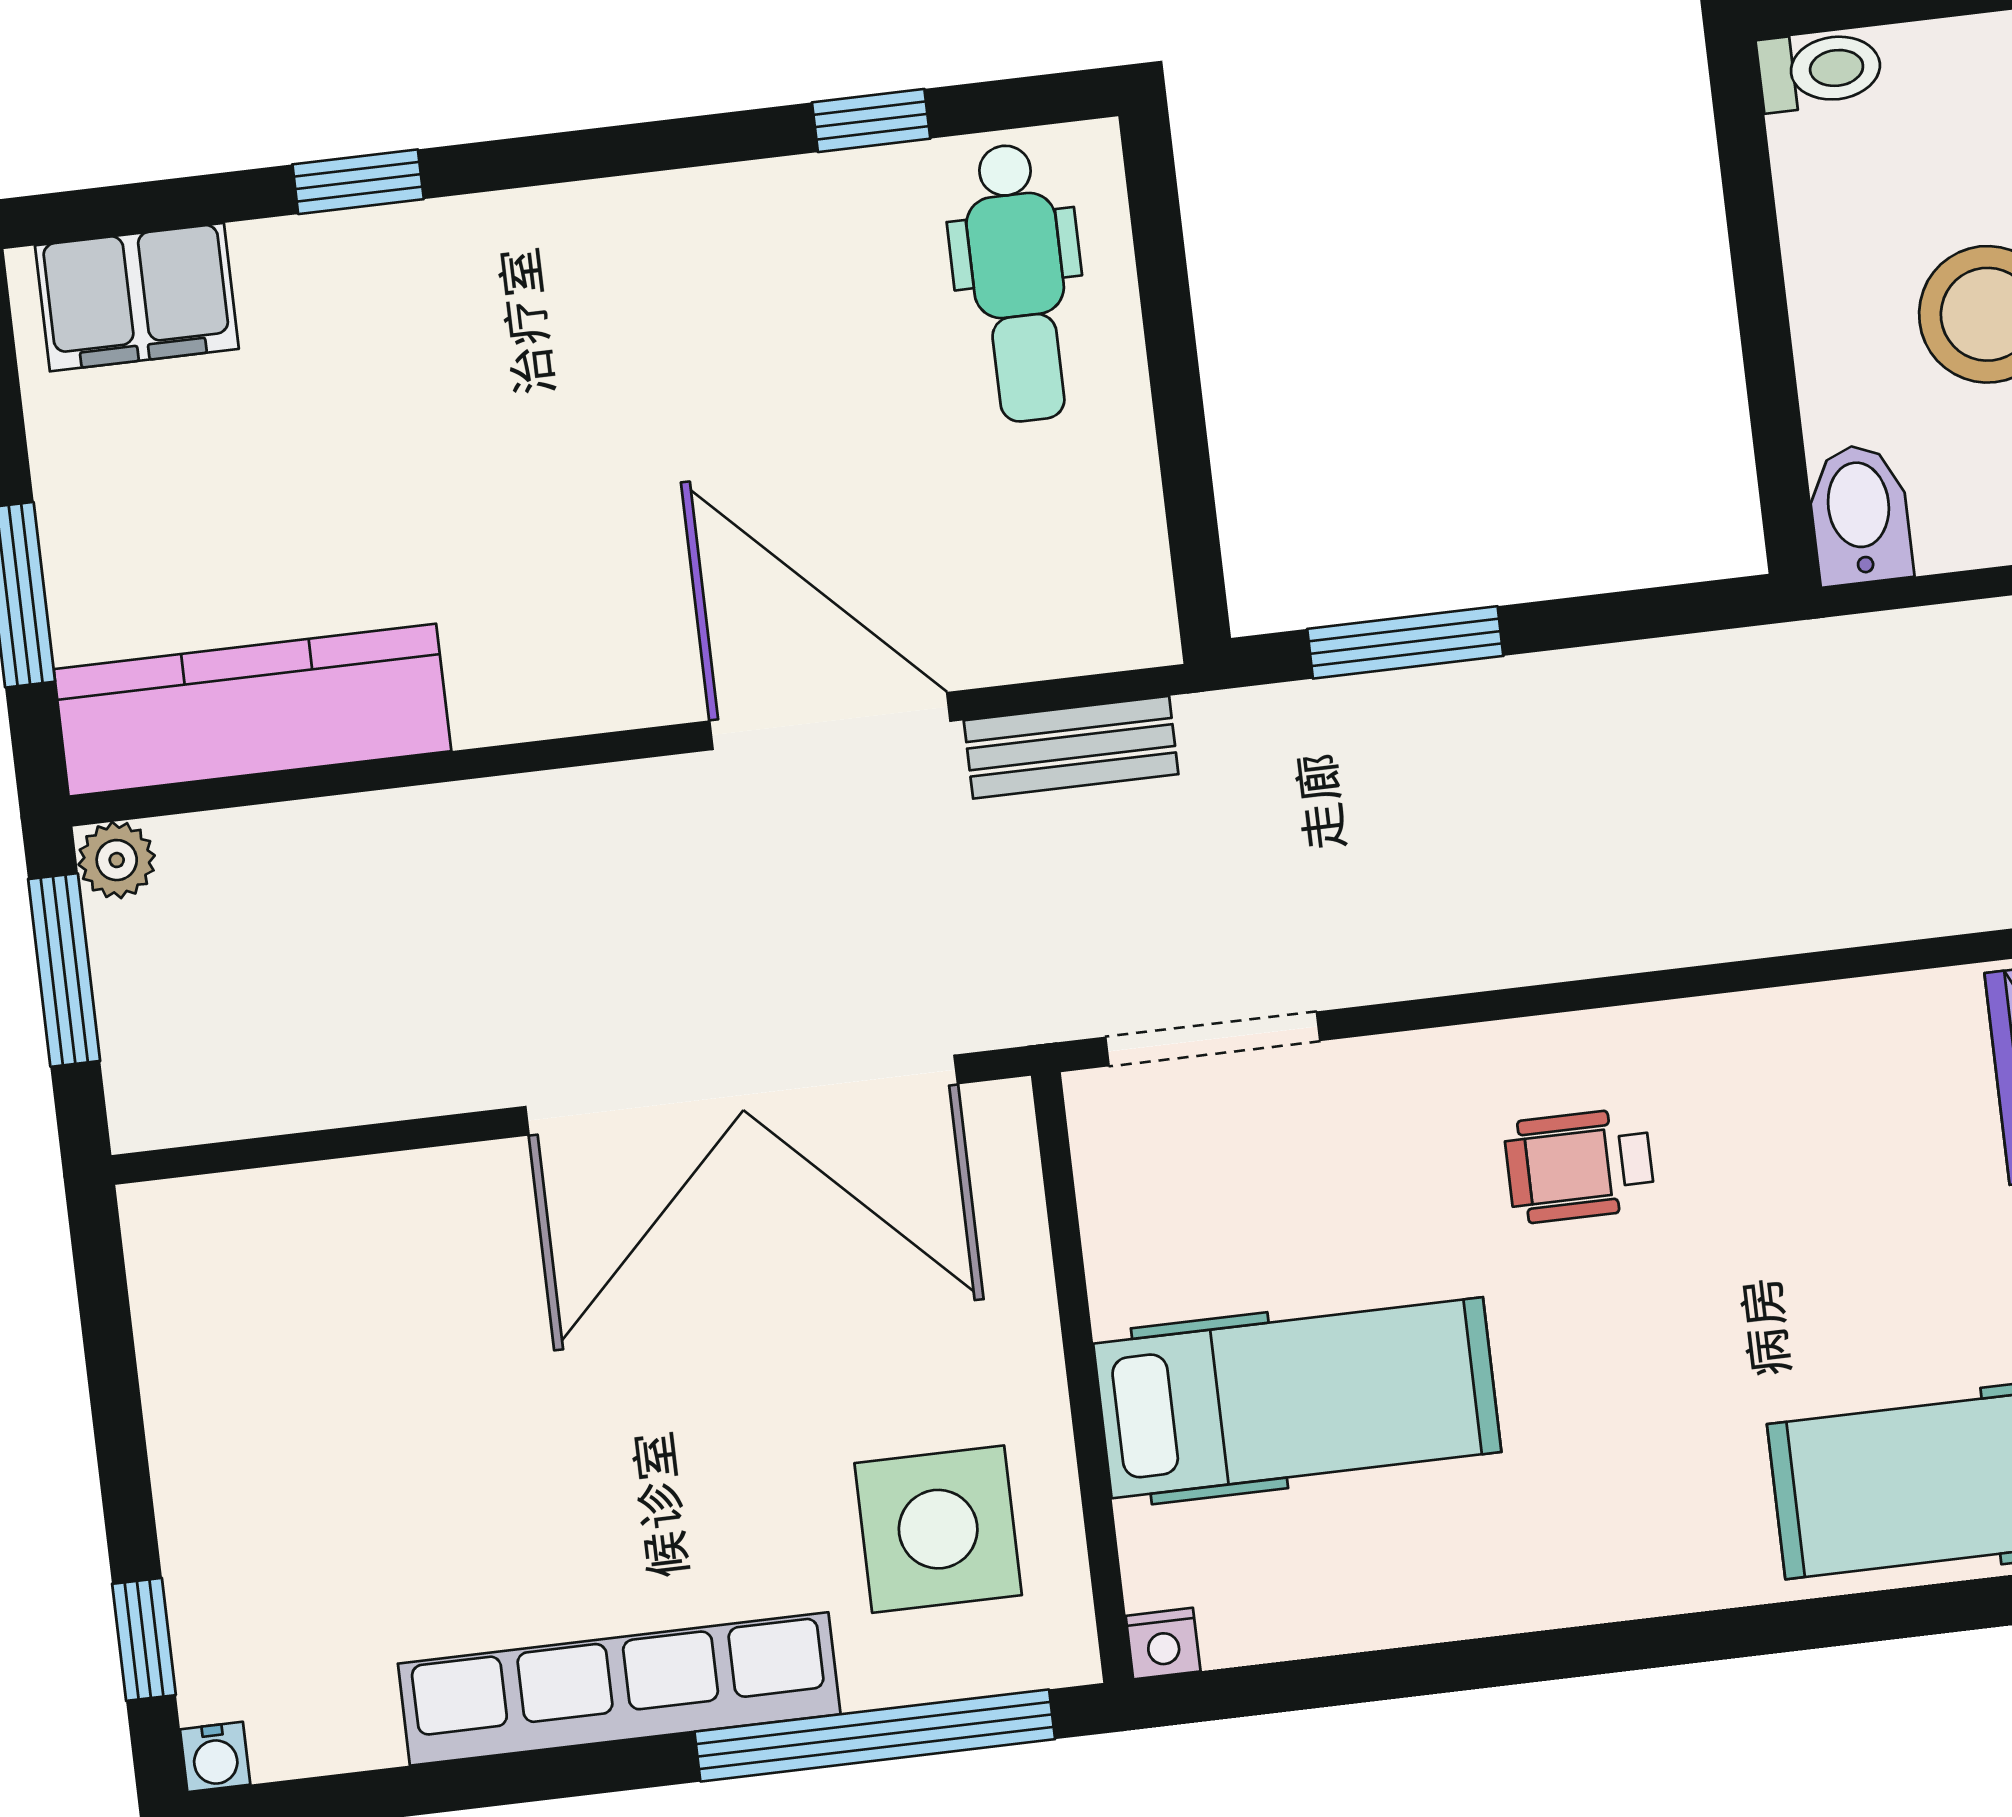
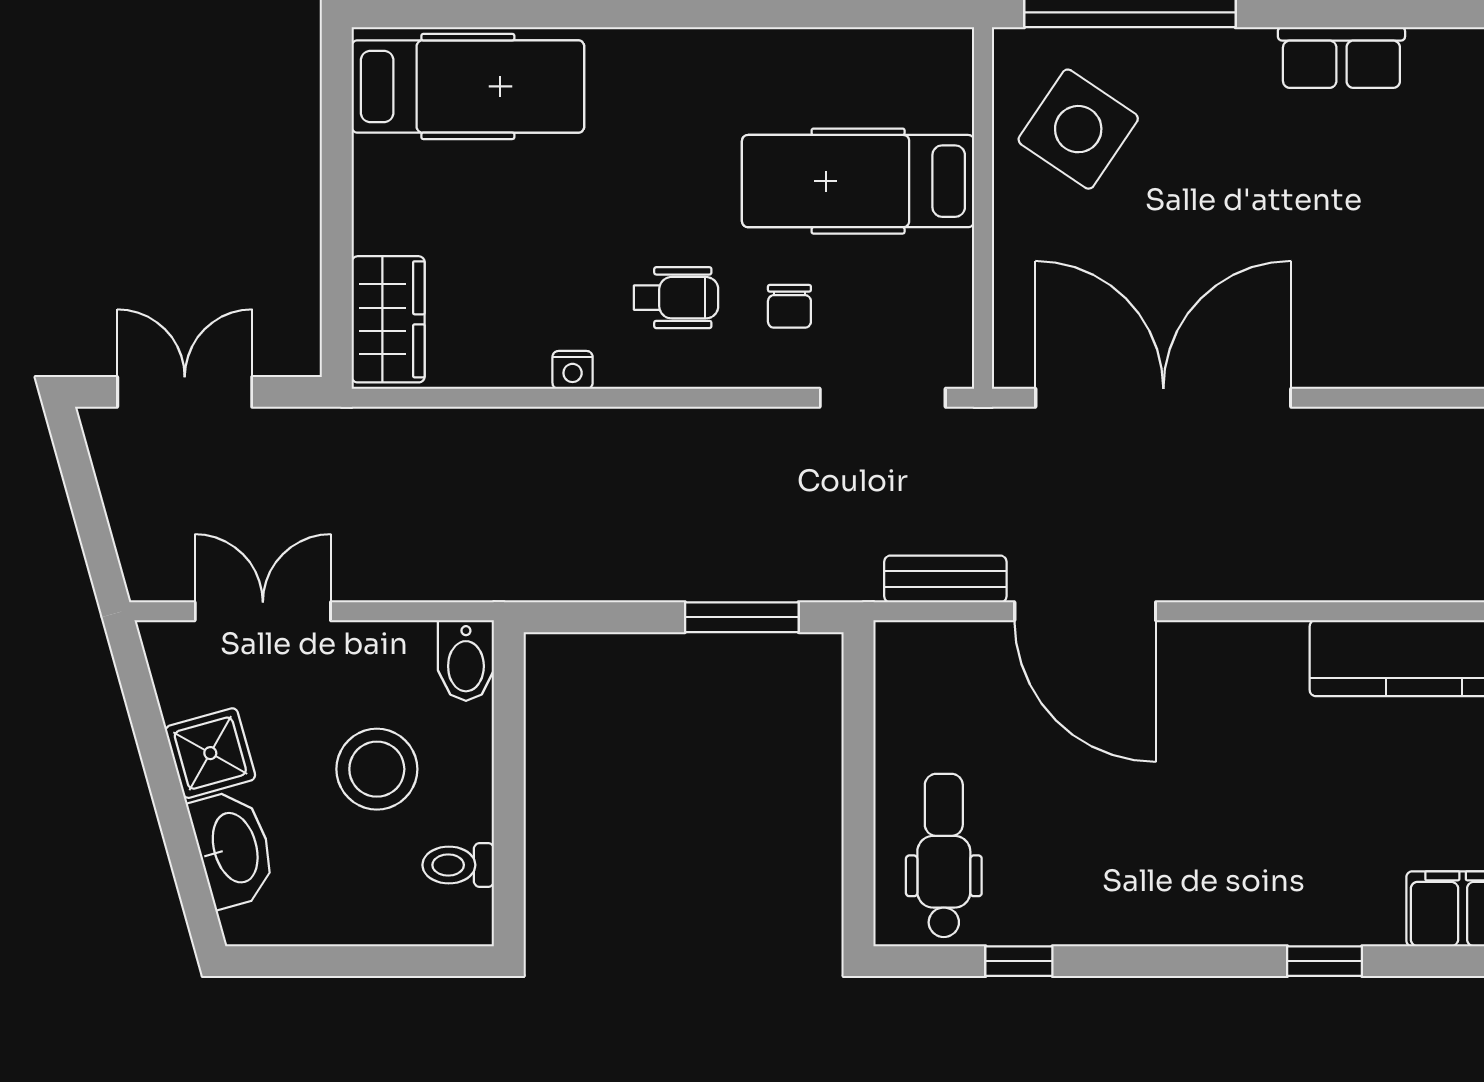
toilet: (1820, 70) -> (458, 865), moved
chair: (1387, 1174) -> (789, 306), added
side table: (938, 1529) -> (1078, 129), turned 34
nightstand: (1163, 1644) -> (573, 370), moved, turned 180
row of seats: (619, 1689) -> (1341, 58), width x0.50

